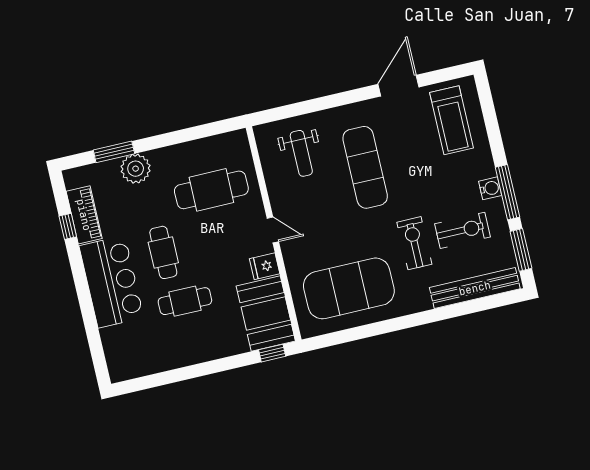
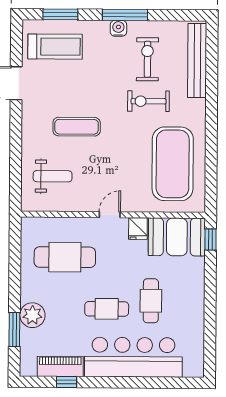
exercise mat: (365, 167) -> (77, 127), width x0.73, depth x0.69
cafe table: (211, 190) -> (65, 257), turned 90
window: (521, 250) -> (60, 14), moved
bar counter: (111, 282) -> (133, 357), width x1.36

